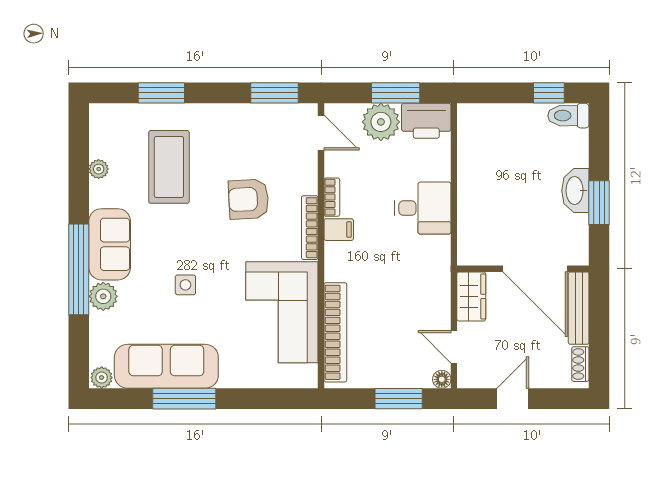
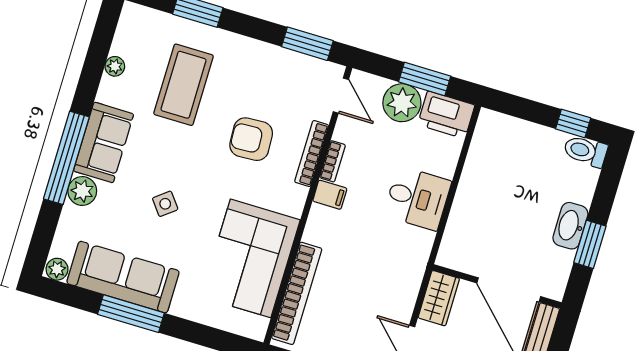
bookcase: (310, 228) -> (312, 154), moved
side table: (185, 285) -> (165, 204), turned -38

